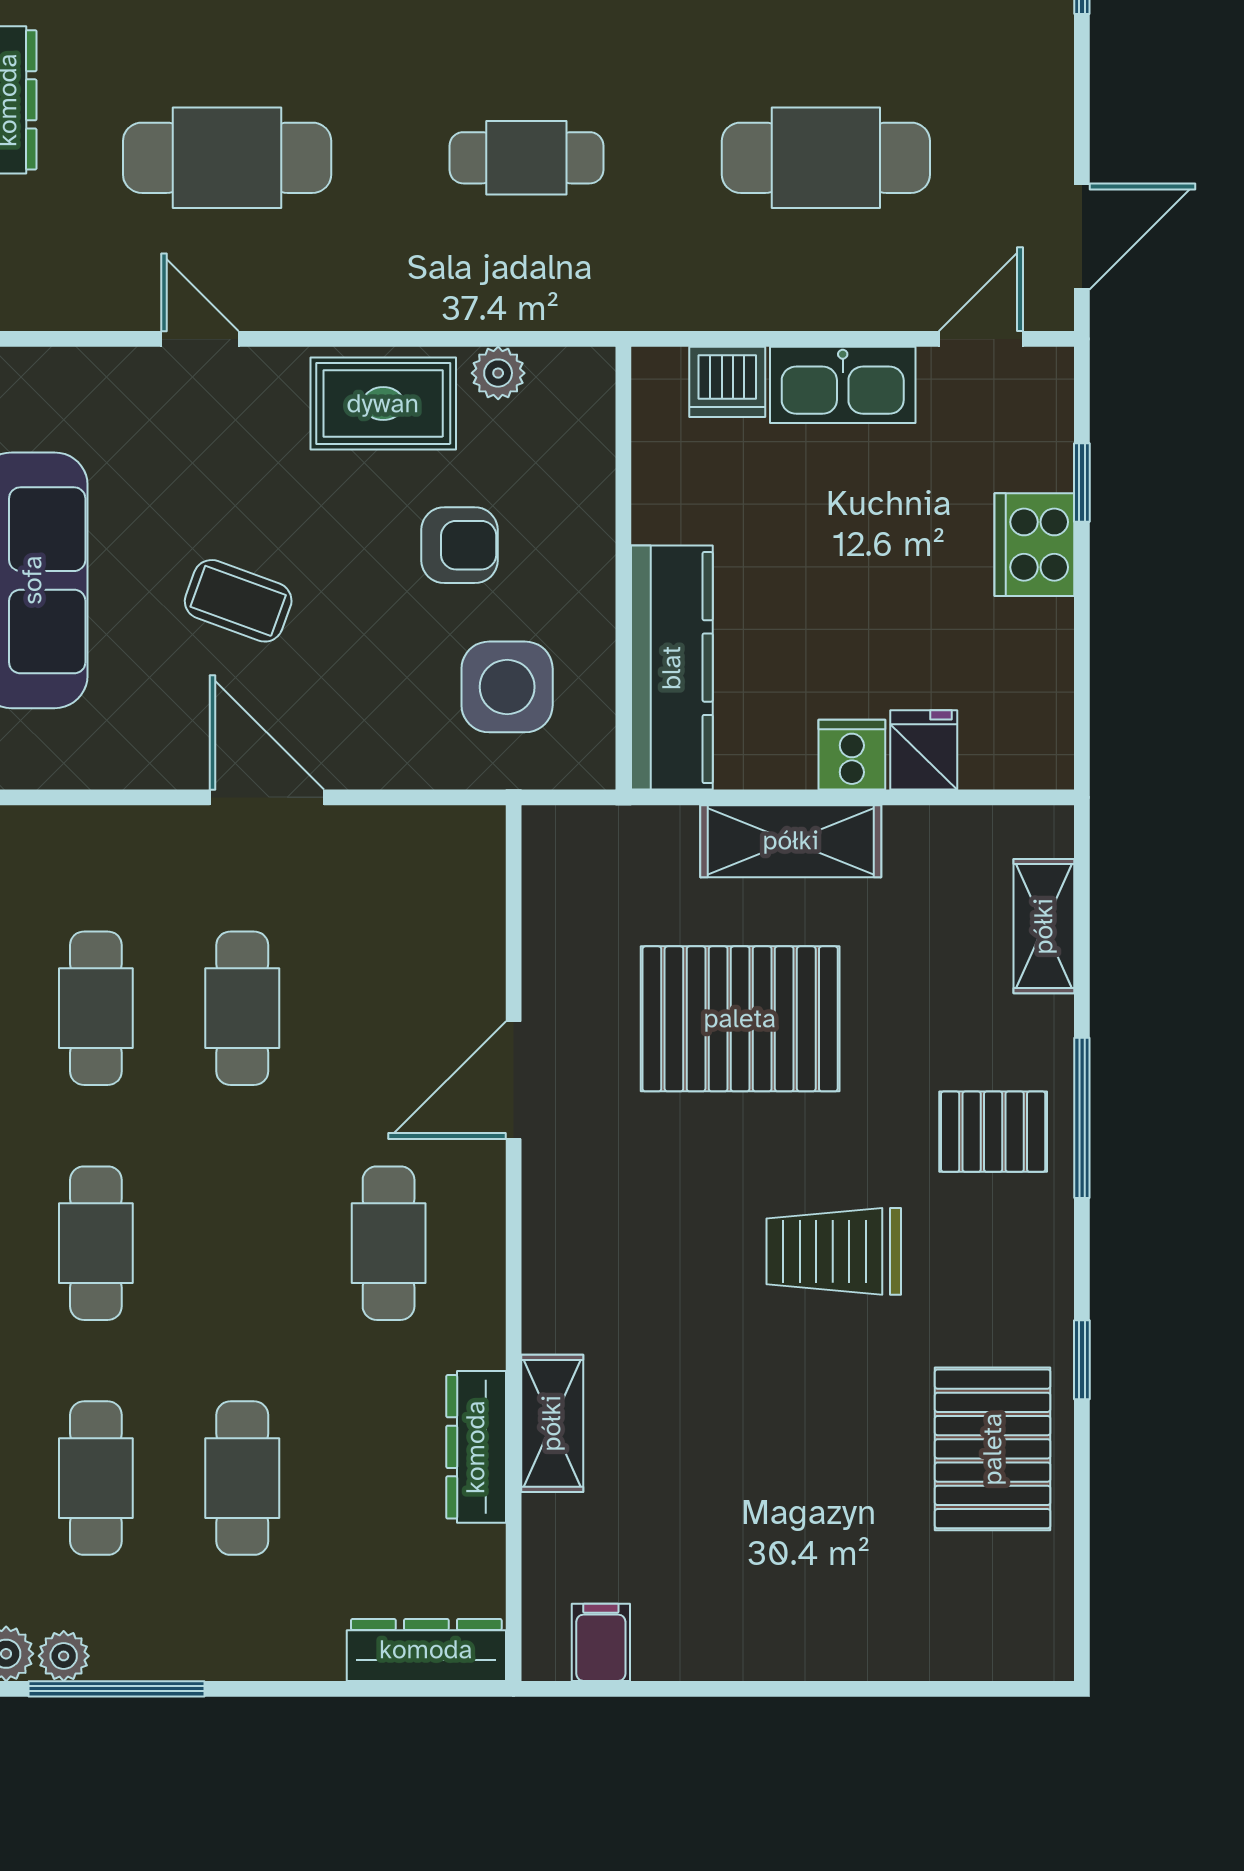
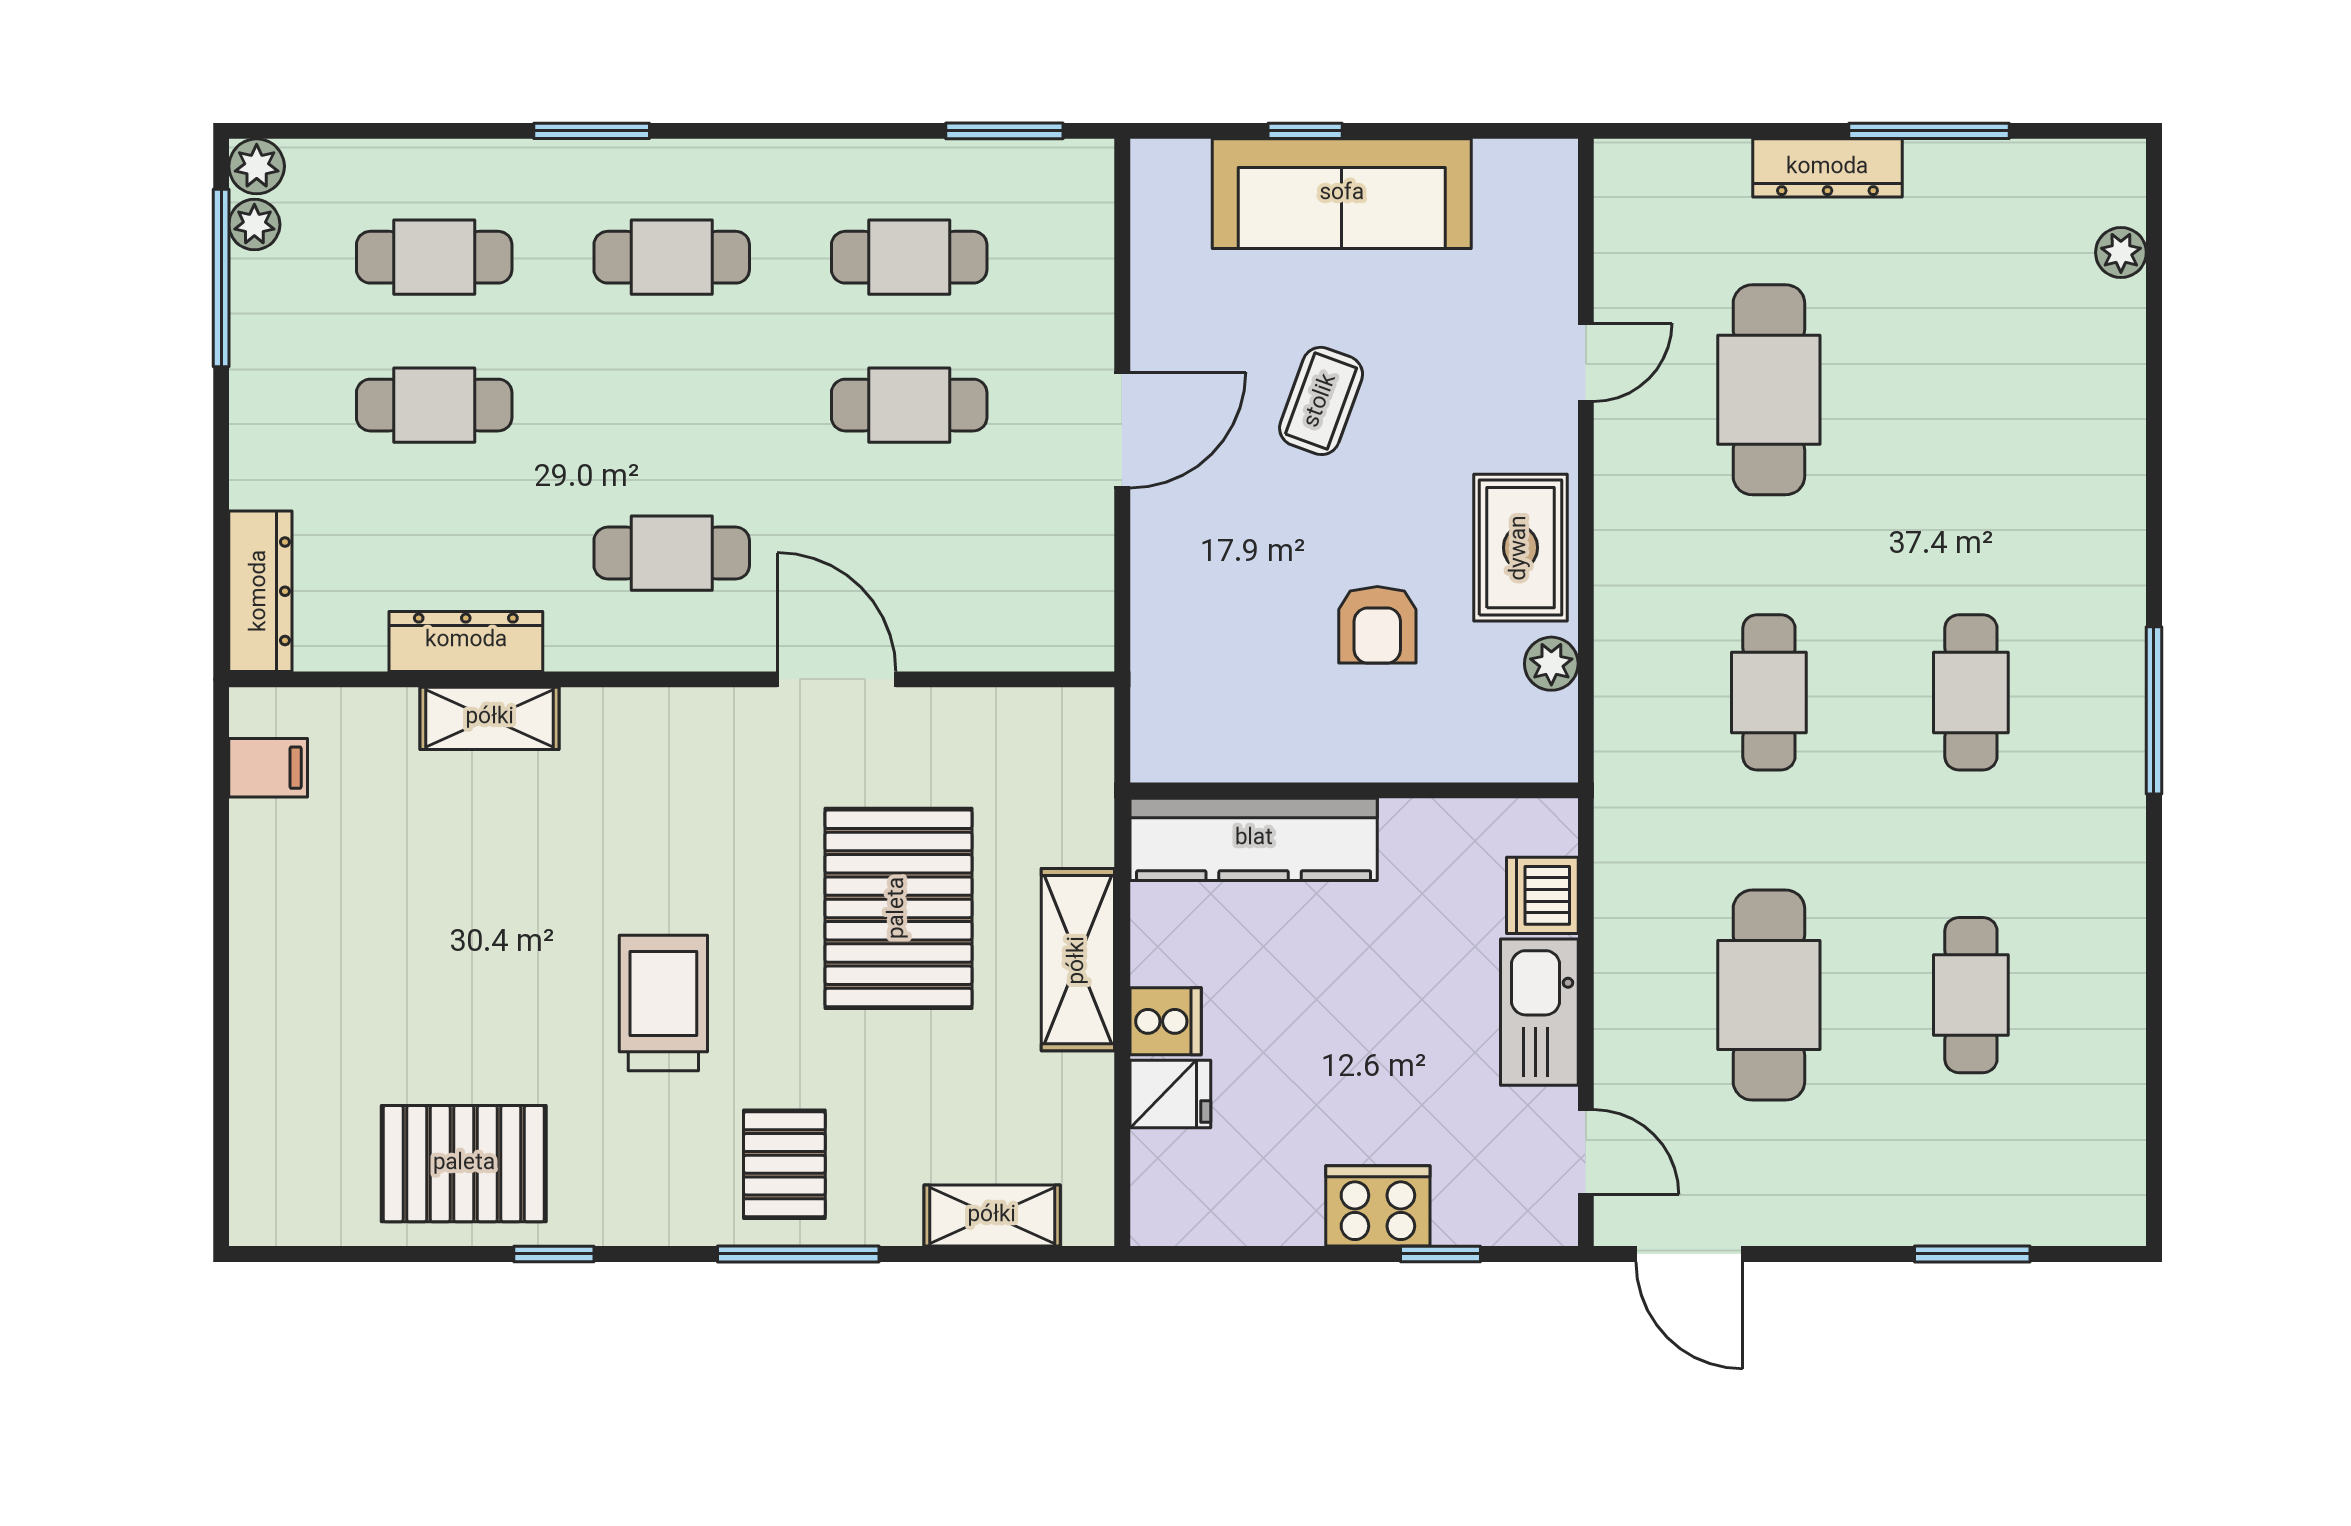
side table: (507, 687) -> (1234, 673), removed

